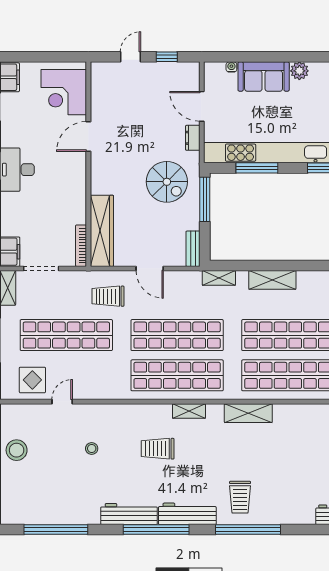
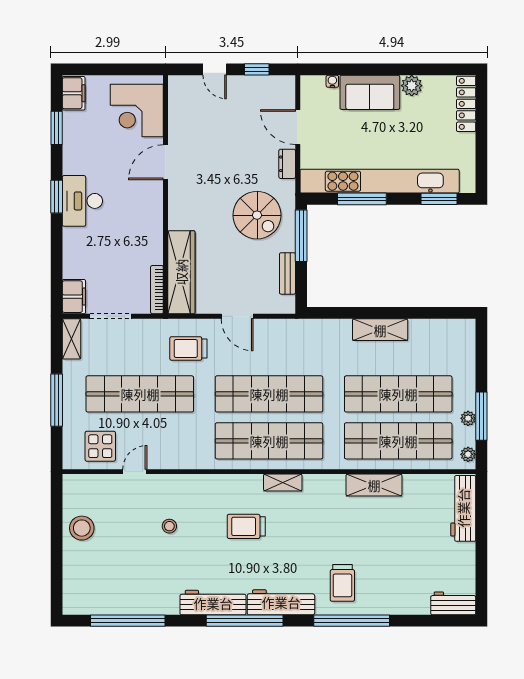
door: (130, 57) -> (215, 69), swing flipped
bench: (193, 249) -> (287, 273), moved
shelving: (219, 278) -> (318, 327), removed
shelving: (248, 413) -> (374, 485), moved

